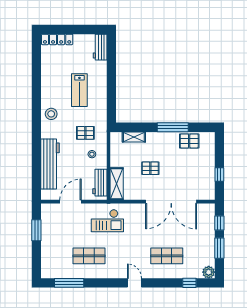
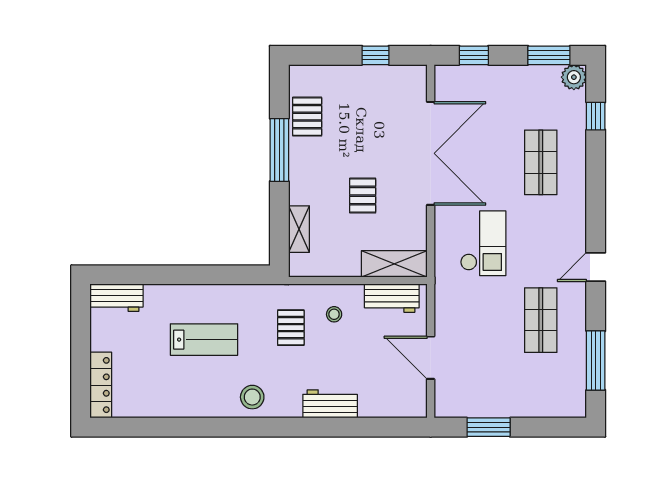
workbench: (50, 164) -> (330, 404), width x0.53, depth x0.76
checkout: (107, 221) -> (483, 243), moved
window: (219, 248) -> (549, 55), moved
door: (134, 283) -> (596, 267), moved

